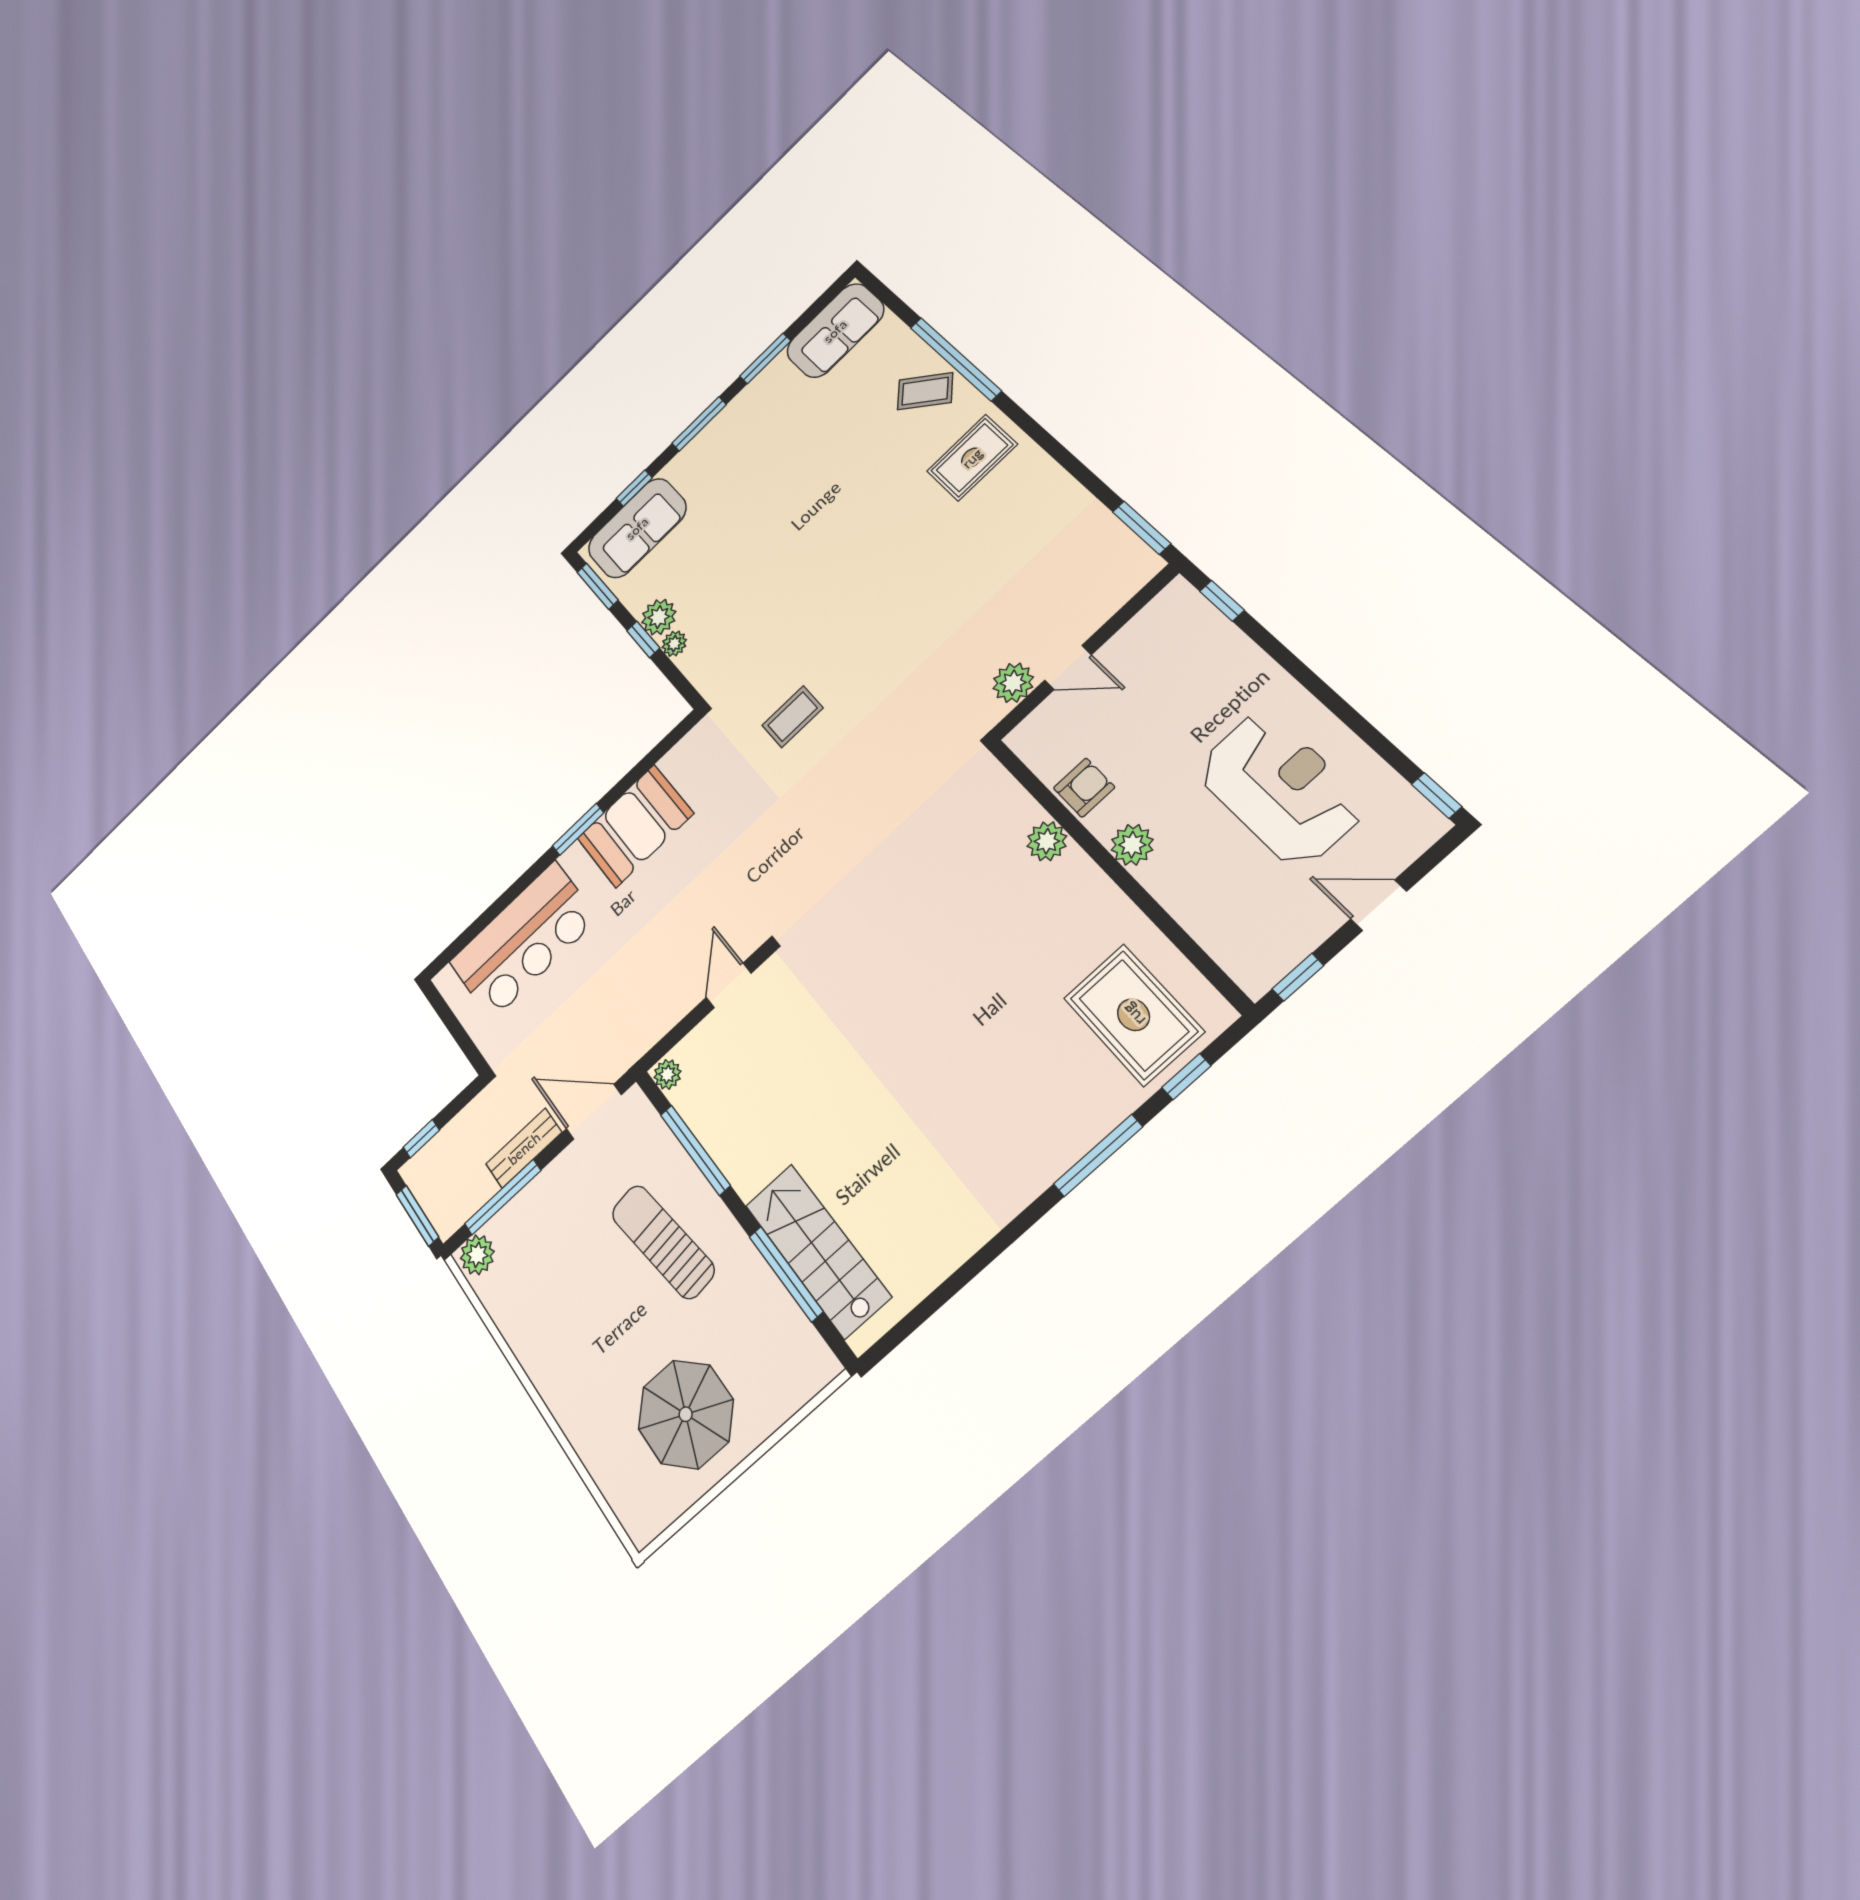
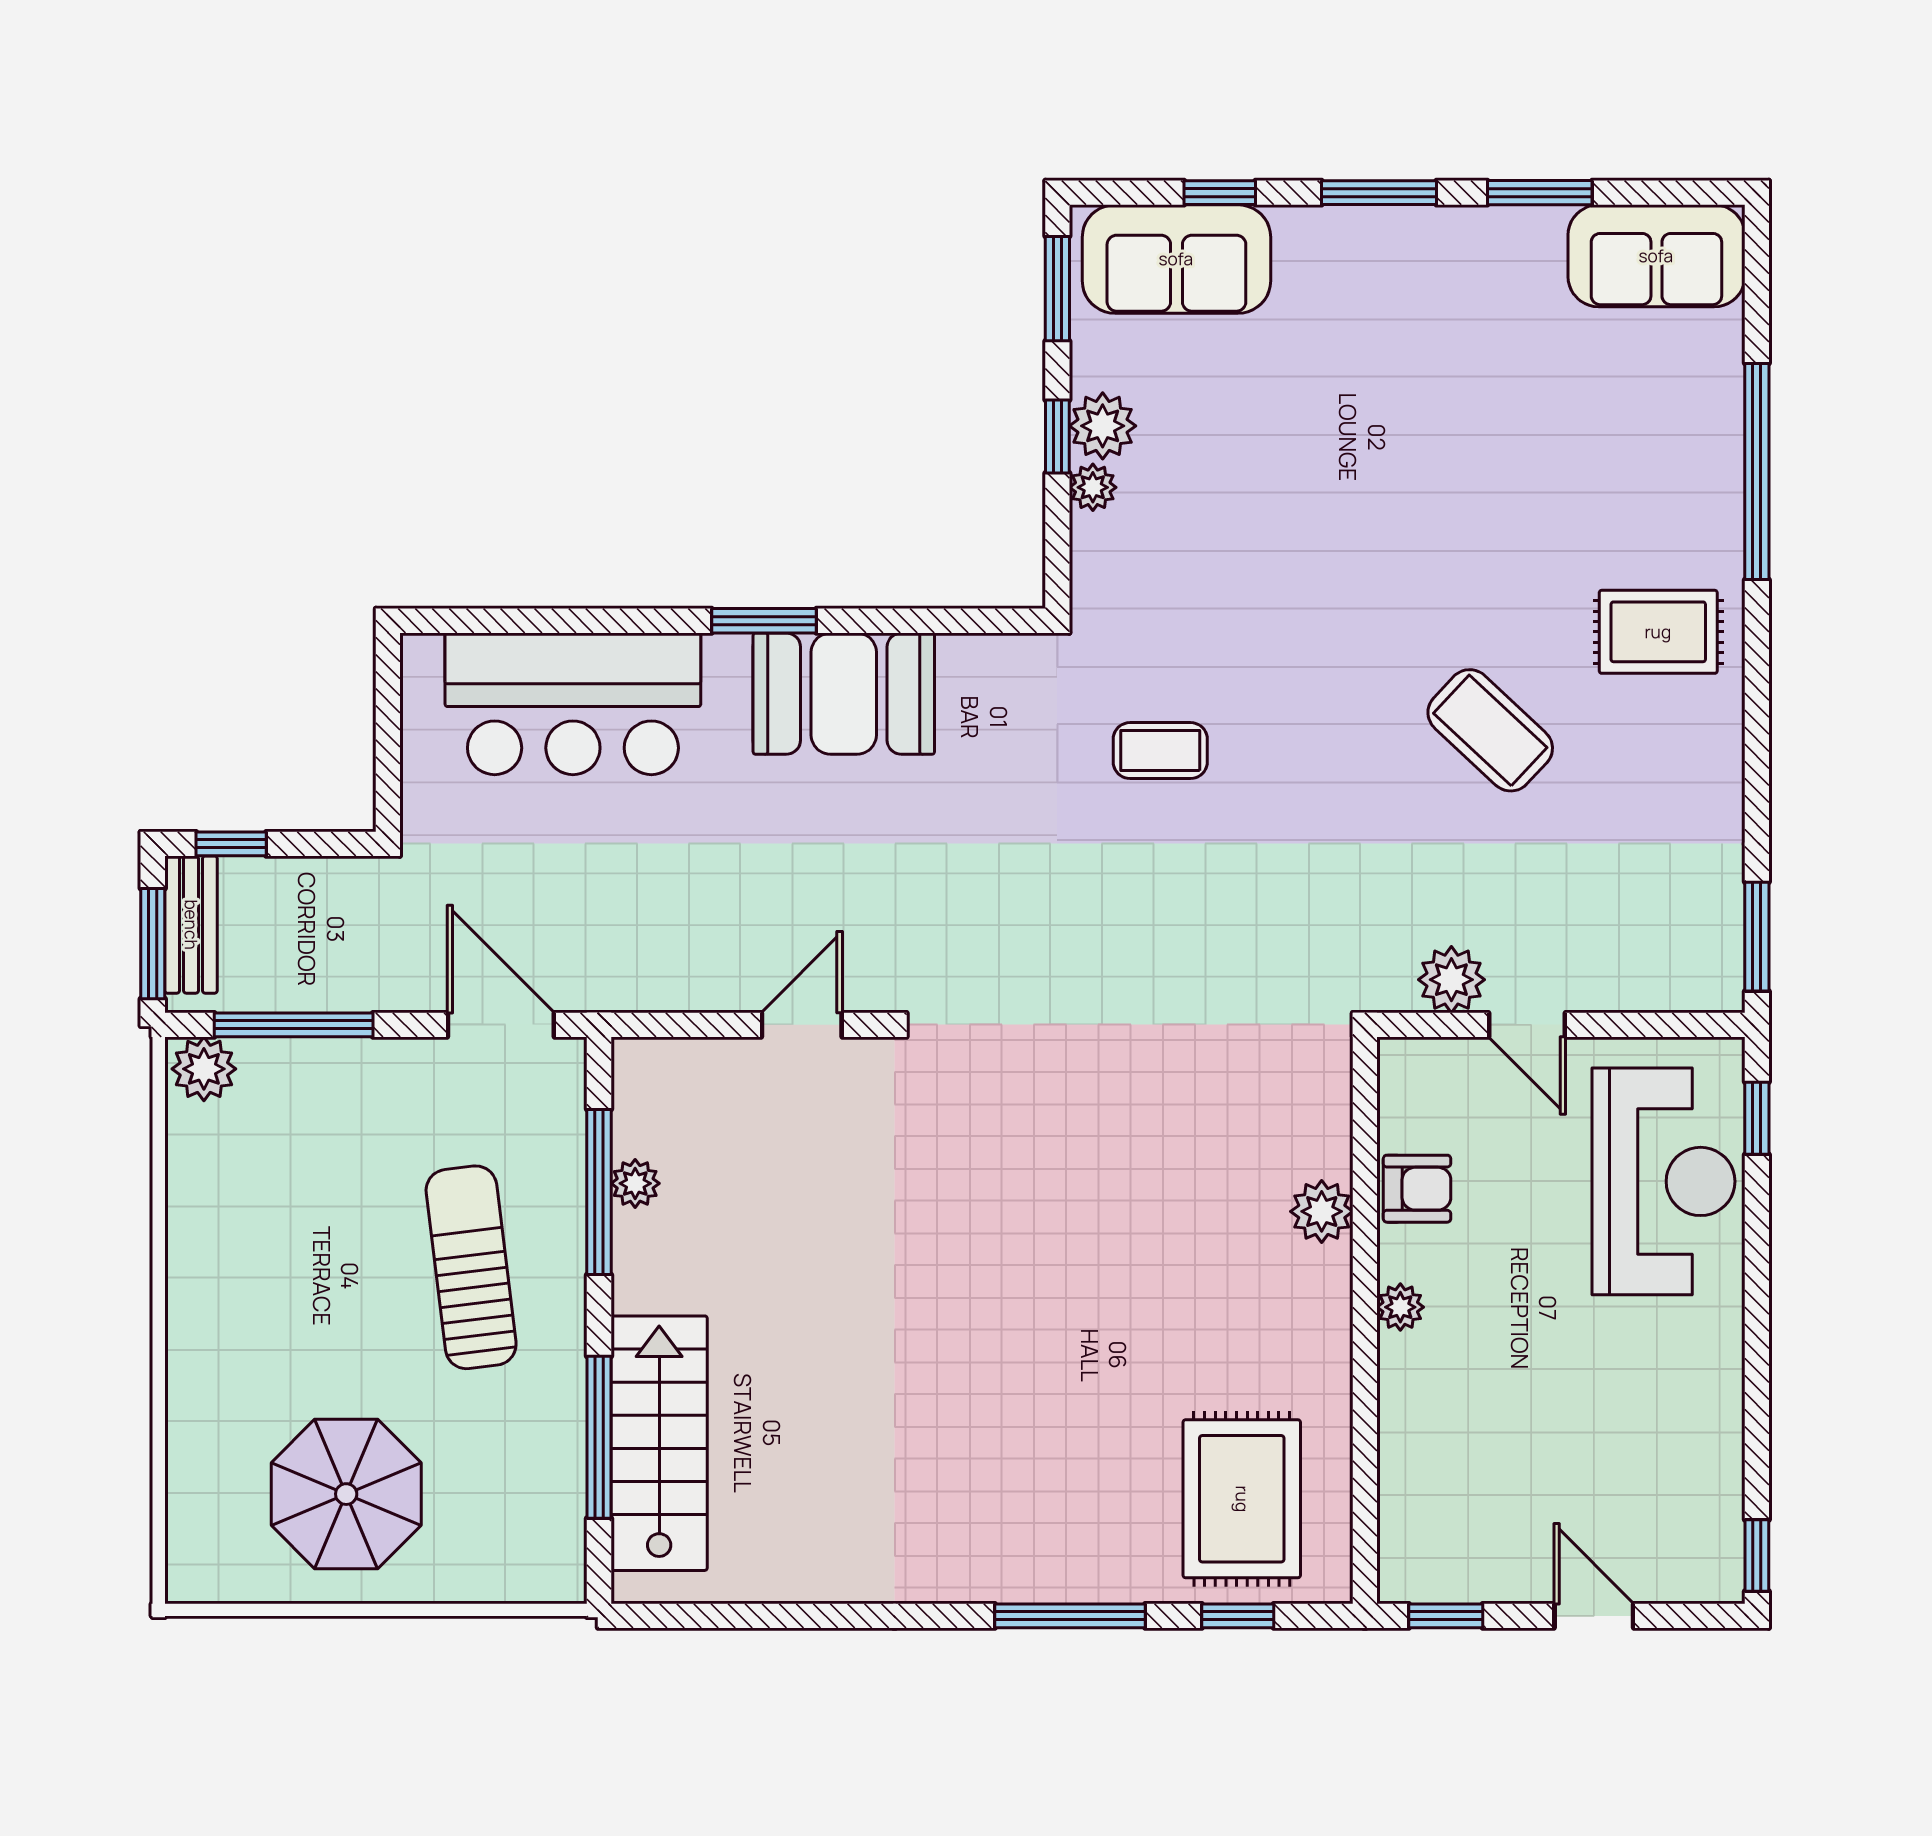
coffee table: (925, 391) -> (1490, 730), moved, width x1.36, depth x1.30
reception desk: (1280, 788) -> (1663, 1181), moved
plant: (1132, 845) -> (1400, 1307), width x0.73, depth x0.73
plant: (667, 1074) -> (635, 1183), moved
bench: (524, 1148) -> (191, 925), moved, turned 90

